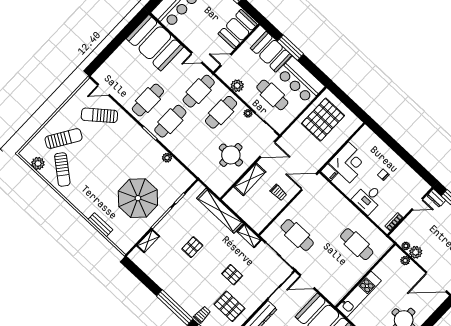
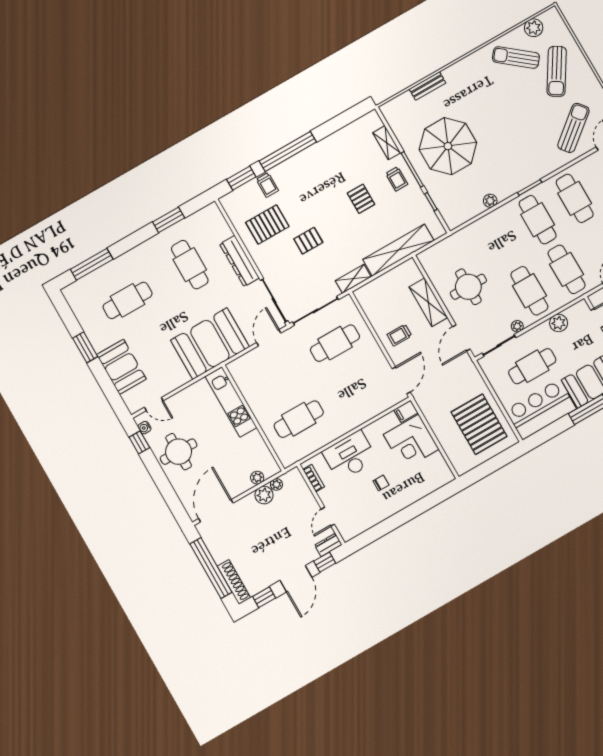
desk: (368, 199) -> (350, 456), width x1.37
trolley: (171, 227) -> (397, 179), added

